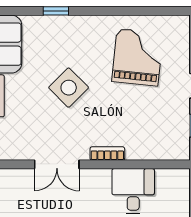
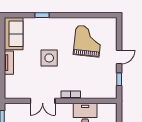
side table: (69, 88) -> (49, 58), turned 45

